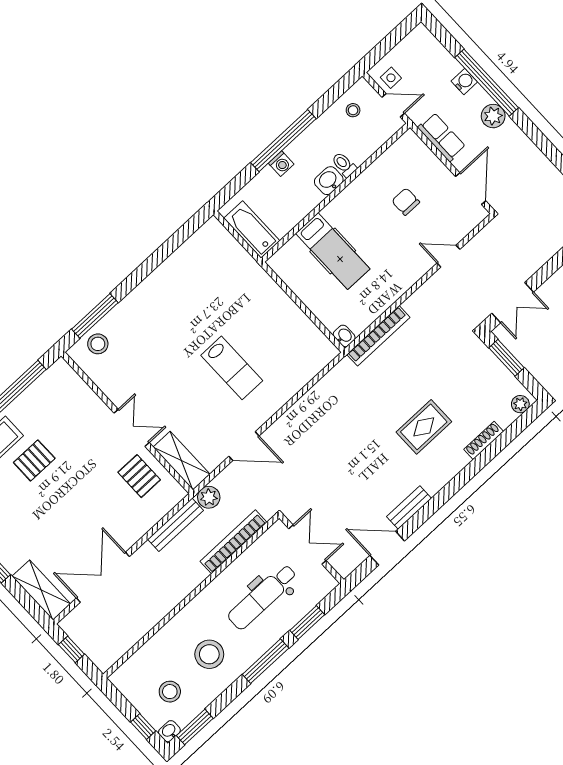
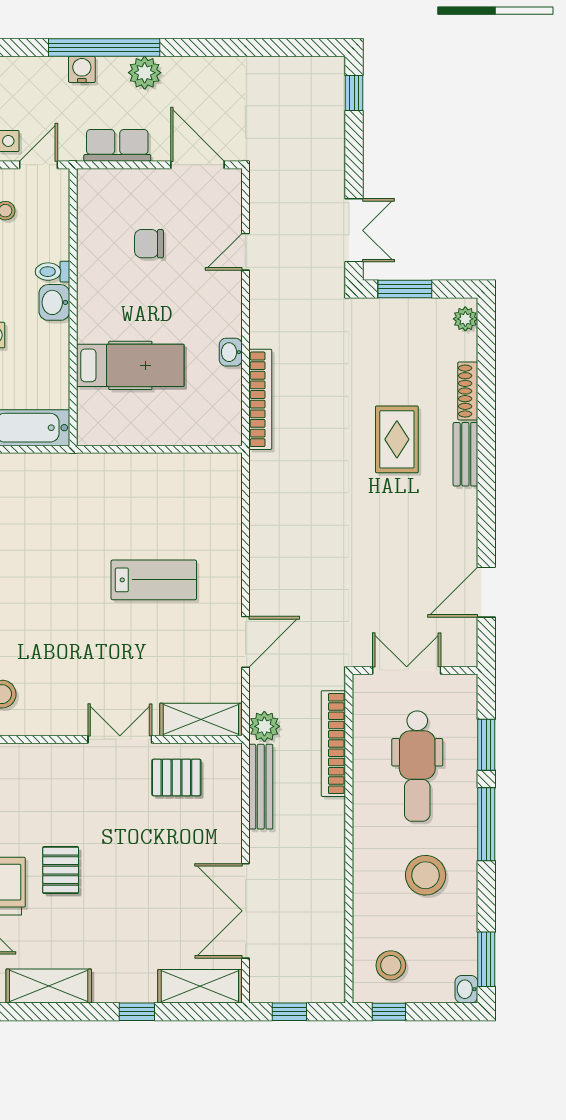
washbasin: (344, 336) -> (231, 352), moved, turned -90
bench: (409, 508) -> (465, 454), moved
stool: (170, 692) -> (391, 965), moved
window: (143, 727) -> (389, 1012), moved

